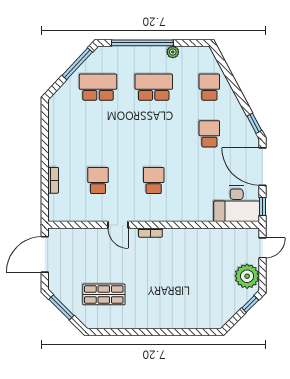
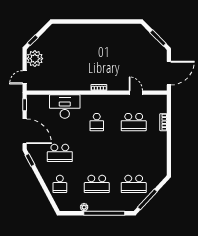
school desk: (209, 134) -> (60, 153), width x1.85
school desk: (98, 180) -> (134, 122), width x1.85
desk: (237, 204) -> (65, 107), moved
door: (118, 225) -> (136, 93), moved
shop shelf: (104, 294) -> (130, 46), removed

